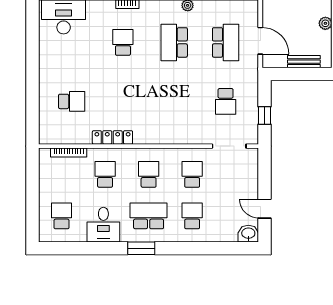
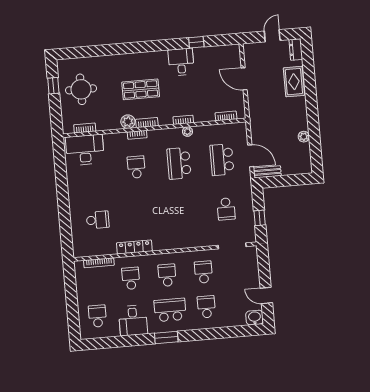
school desk: (226, 42) -> (222, 160), turned 180
bench: (304, 62) -> (267, 172), moved

